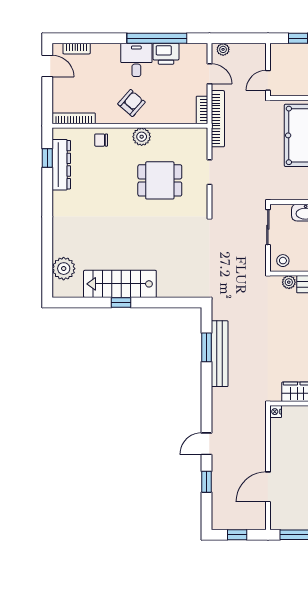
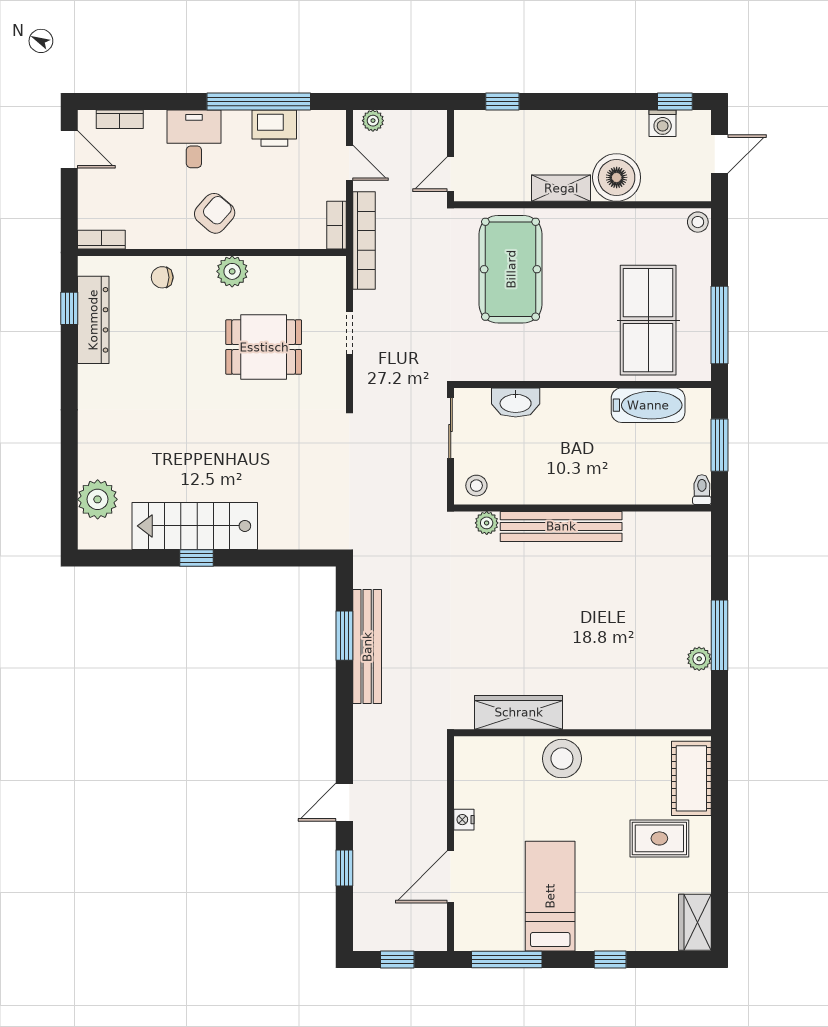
desk: (136, 60) -> (194, 139), moved
bookcase: (74, 118) -> (101, 240), width x0.64
nightstand: (276, 412) -> (464, 820), moved

